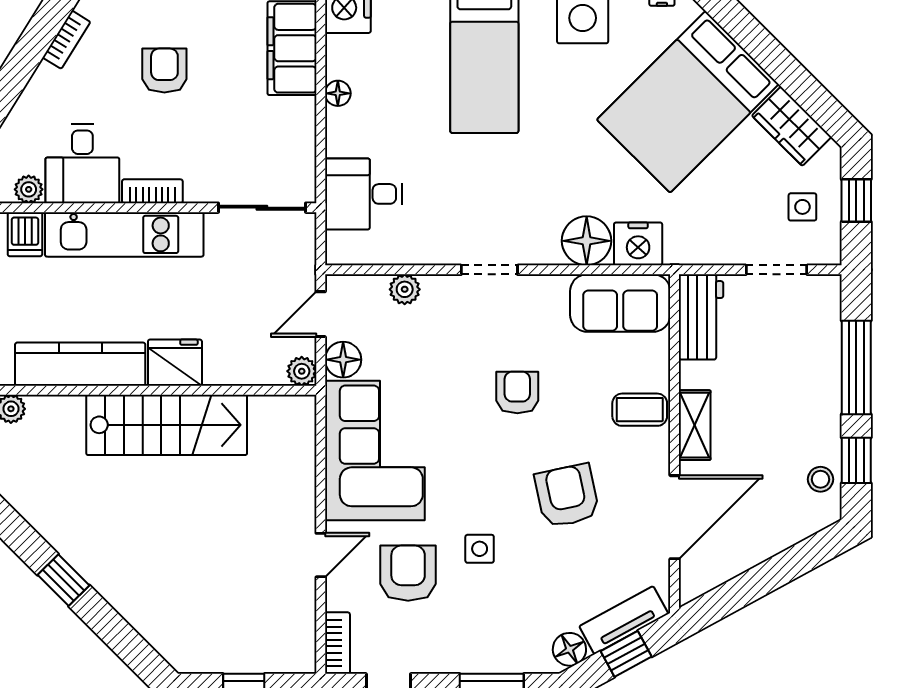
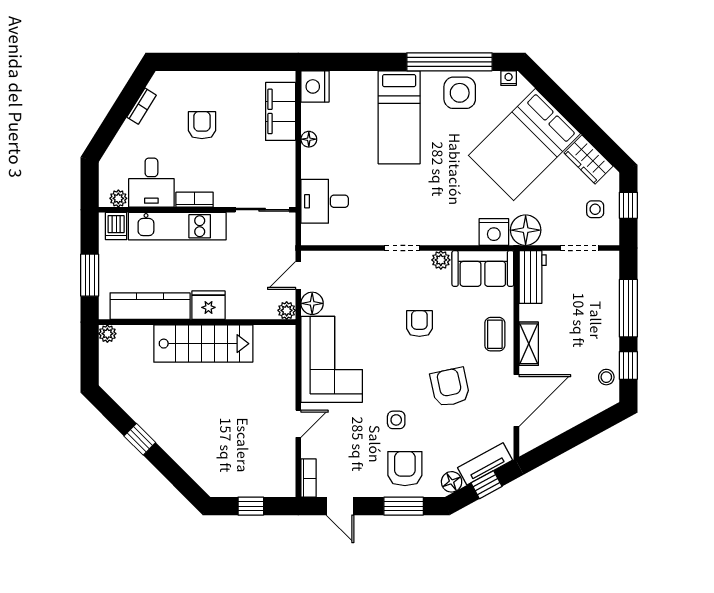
floor lamp: (587, 241) -> (526, 230), moved
plant: (405, 289) -> (441, 260), moved
coffee table: (640, 410) -> (495, 334), turned 90
armchair: (408, 573) -> (405, 469), moved

